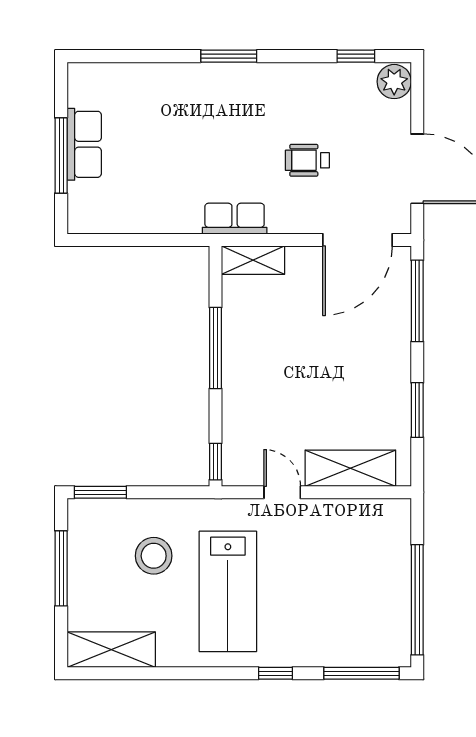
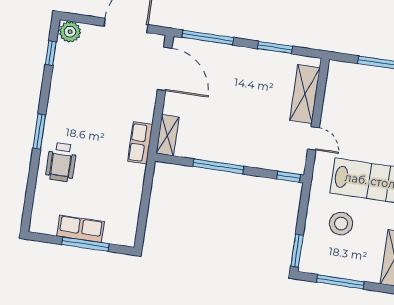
wheelchair: (307, 160) -> (61, 162), moved, width x1.36, depth x1.37
door: (282, 492) -> (314, 138), swing flipped

